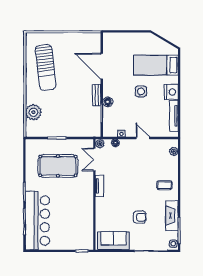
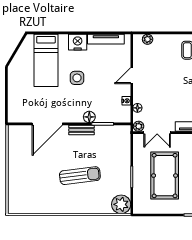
sun lounger: (46, 67) -> (80, 176), moved, width x0.73, depth x0.75
plant: (33, 112) -> (121, 204), moved

